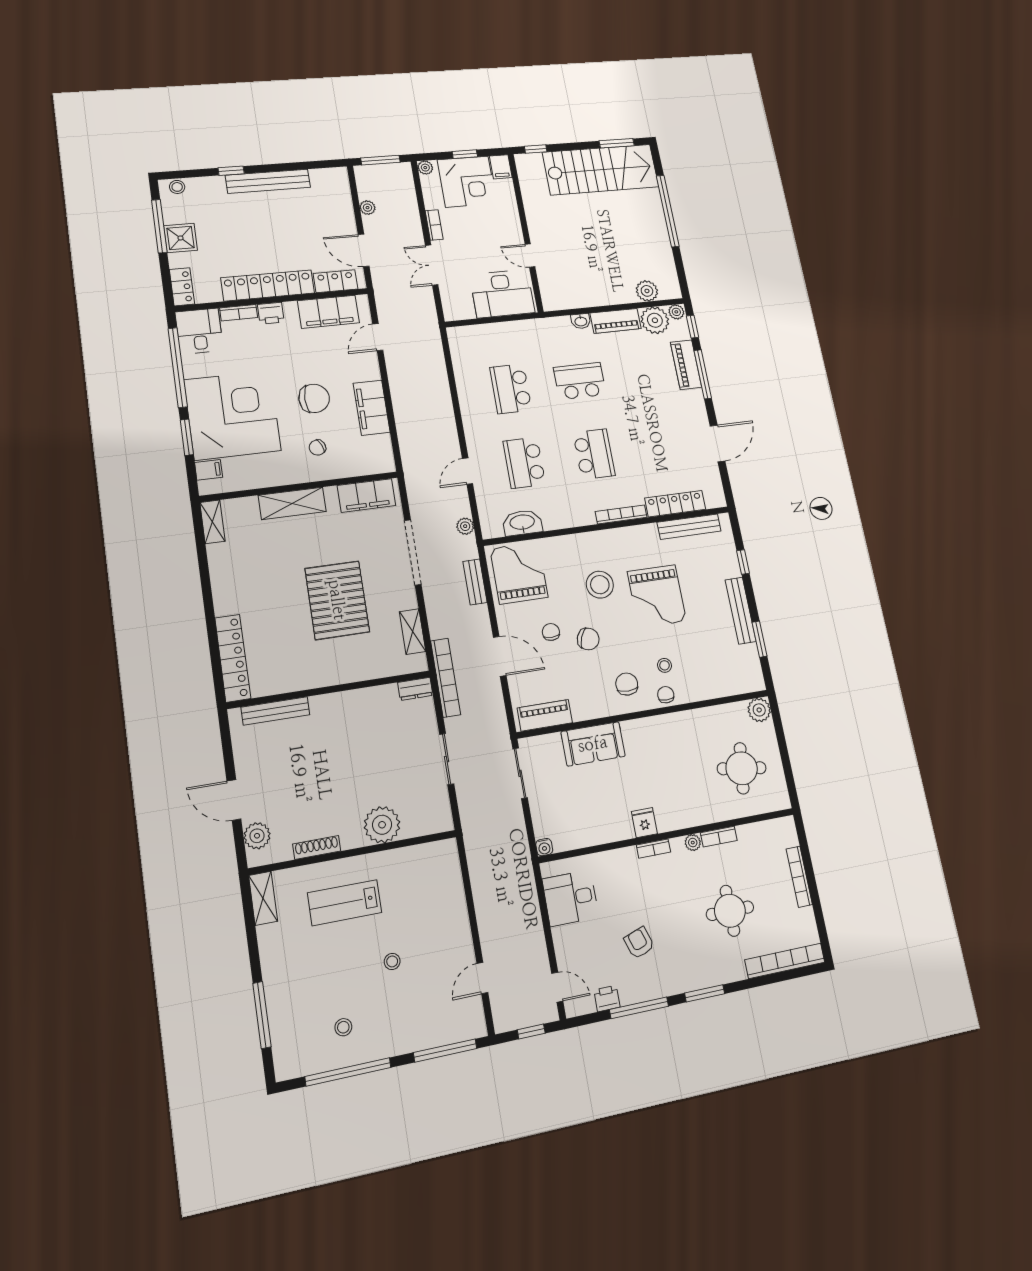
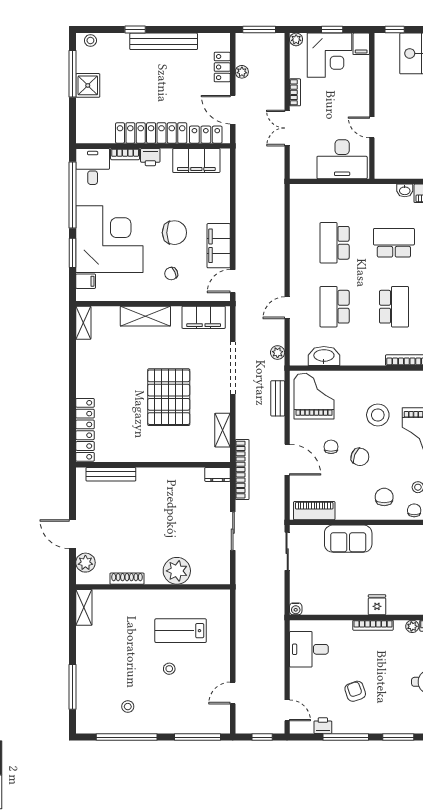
locker: (182, 287) -> (222, 67), moved, turned 180
door: (378, 337) -> (233, 281), moved
bookcase: (653, 849) -> (373, 625), width x1.56
lab bench: (345, 903) -> (181, 631), moved

